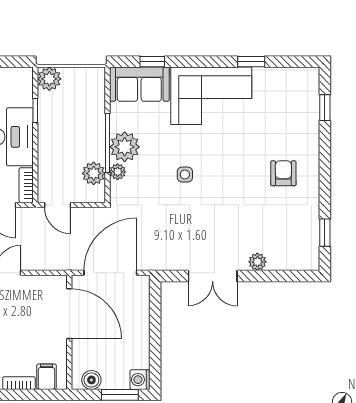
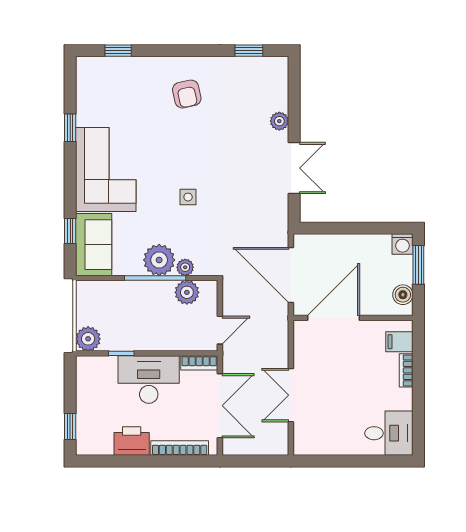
armchair: (283, 173) -> (187, 94), turned -102

